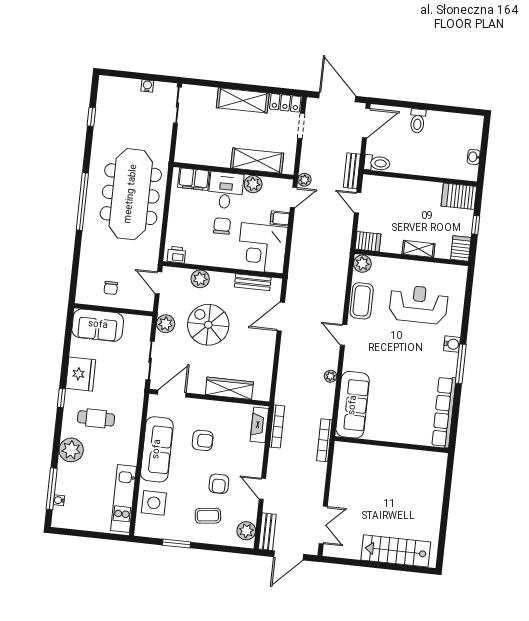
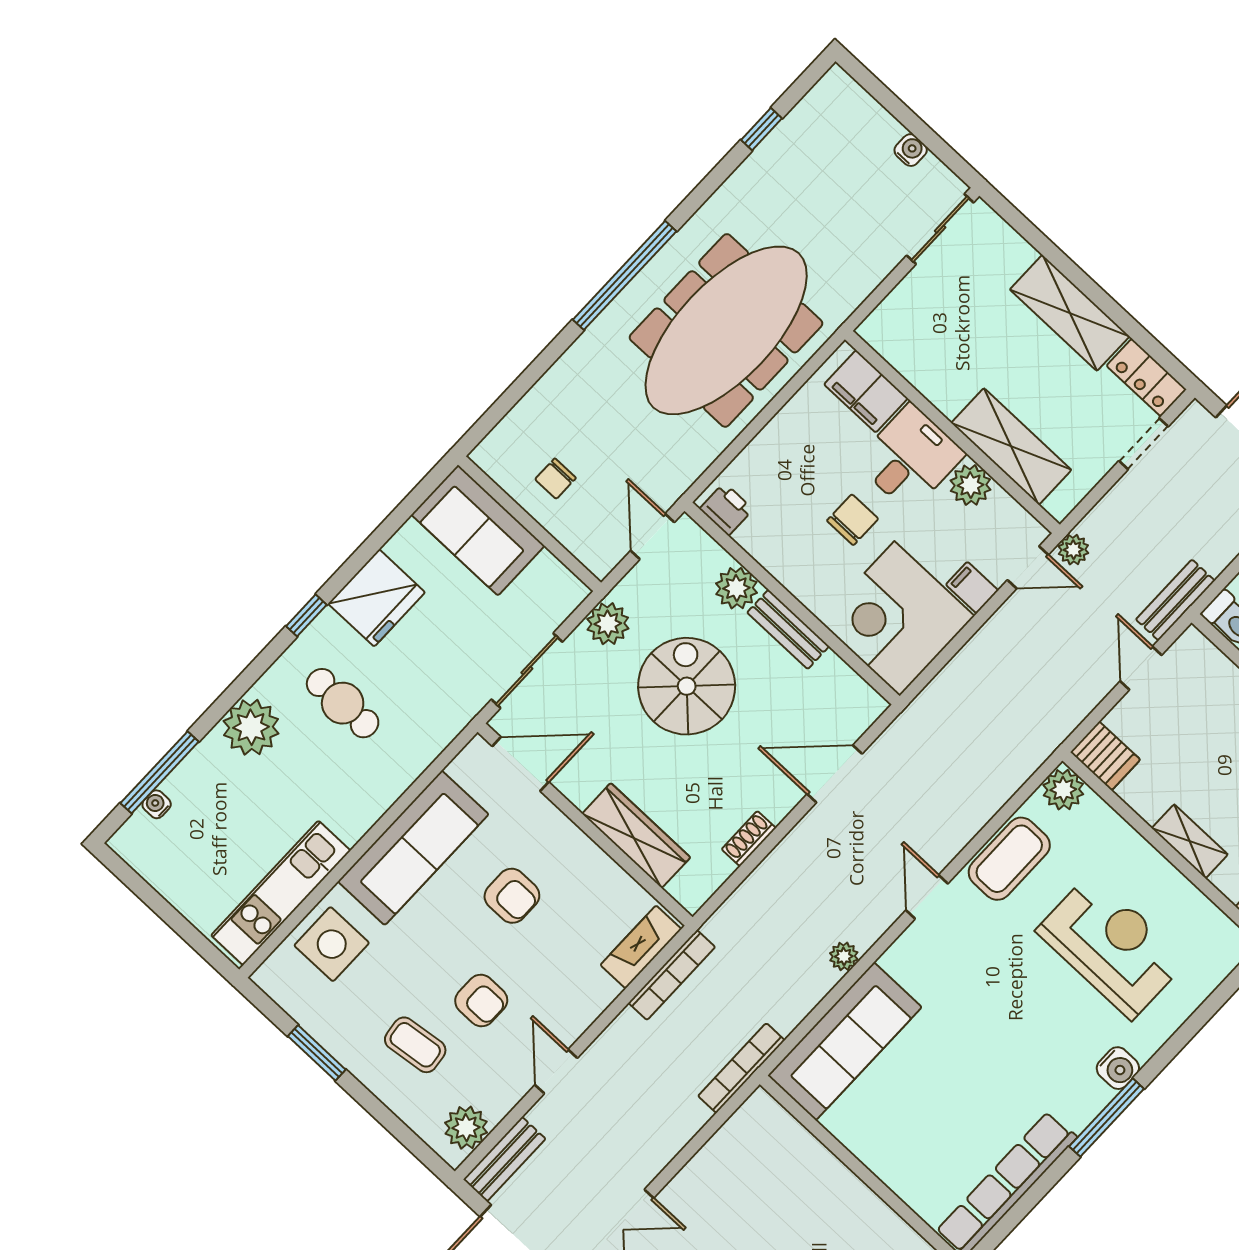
bench: (253, 282) -> (788, 629), moved
shoe rack: (268, 361) -> (749, 839), added
armchair: (219, 484) -> (481, 1000), turned -90

